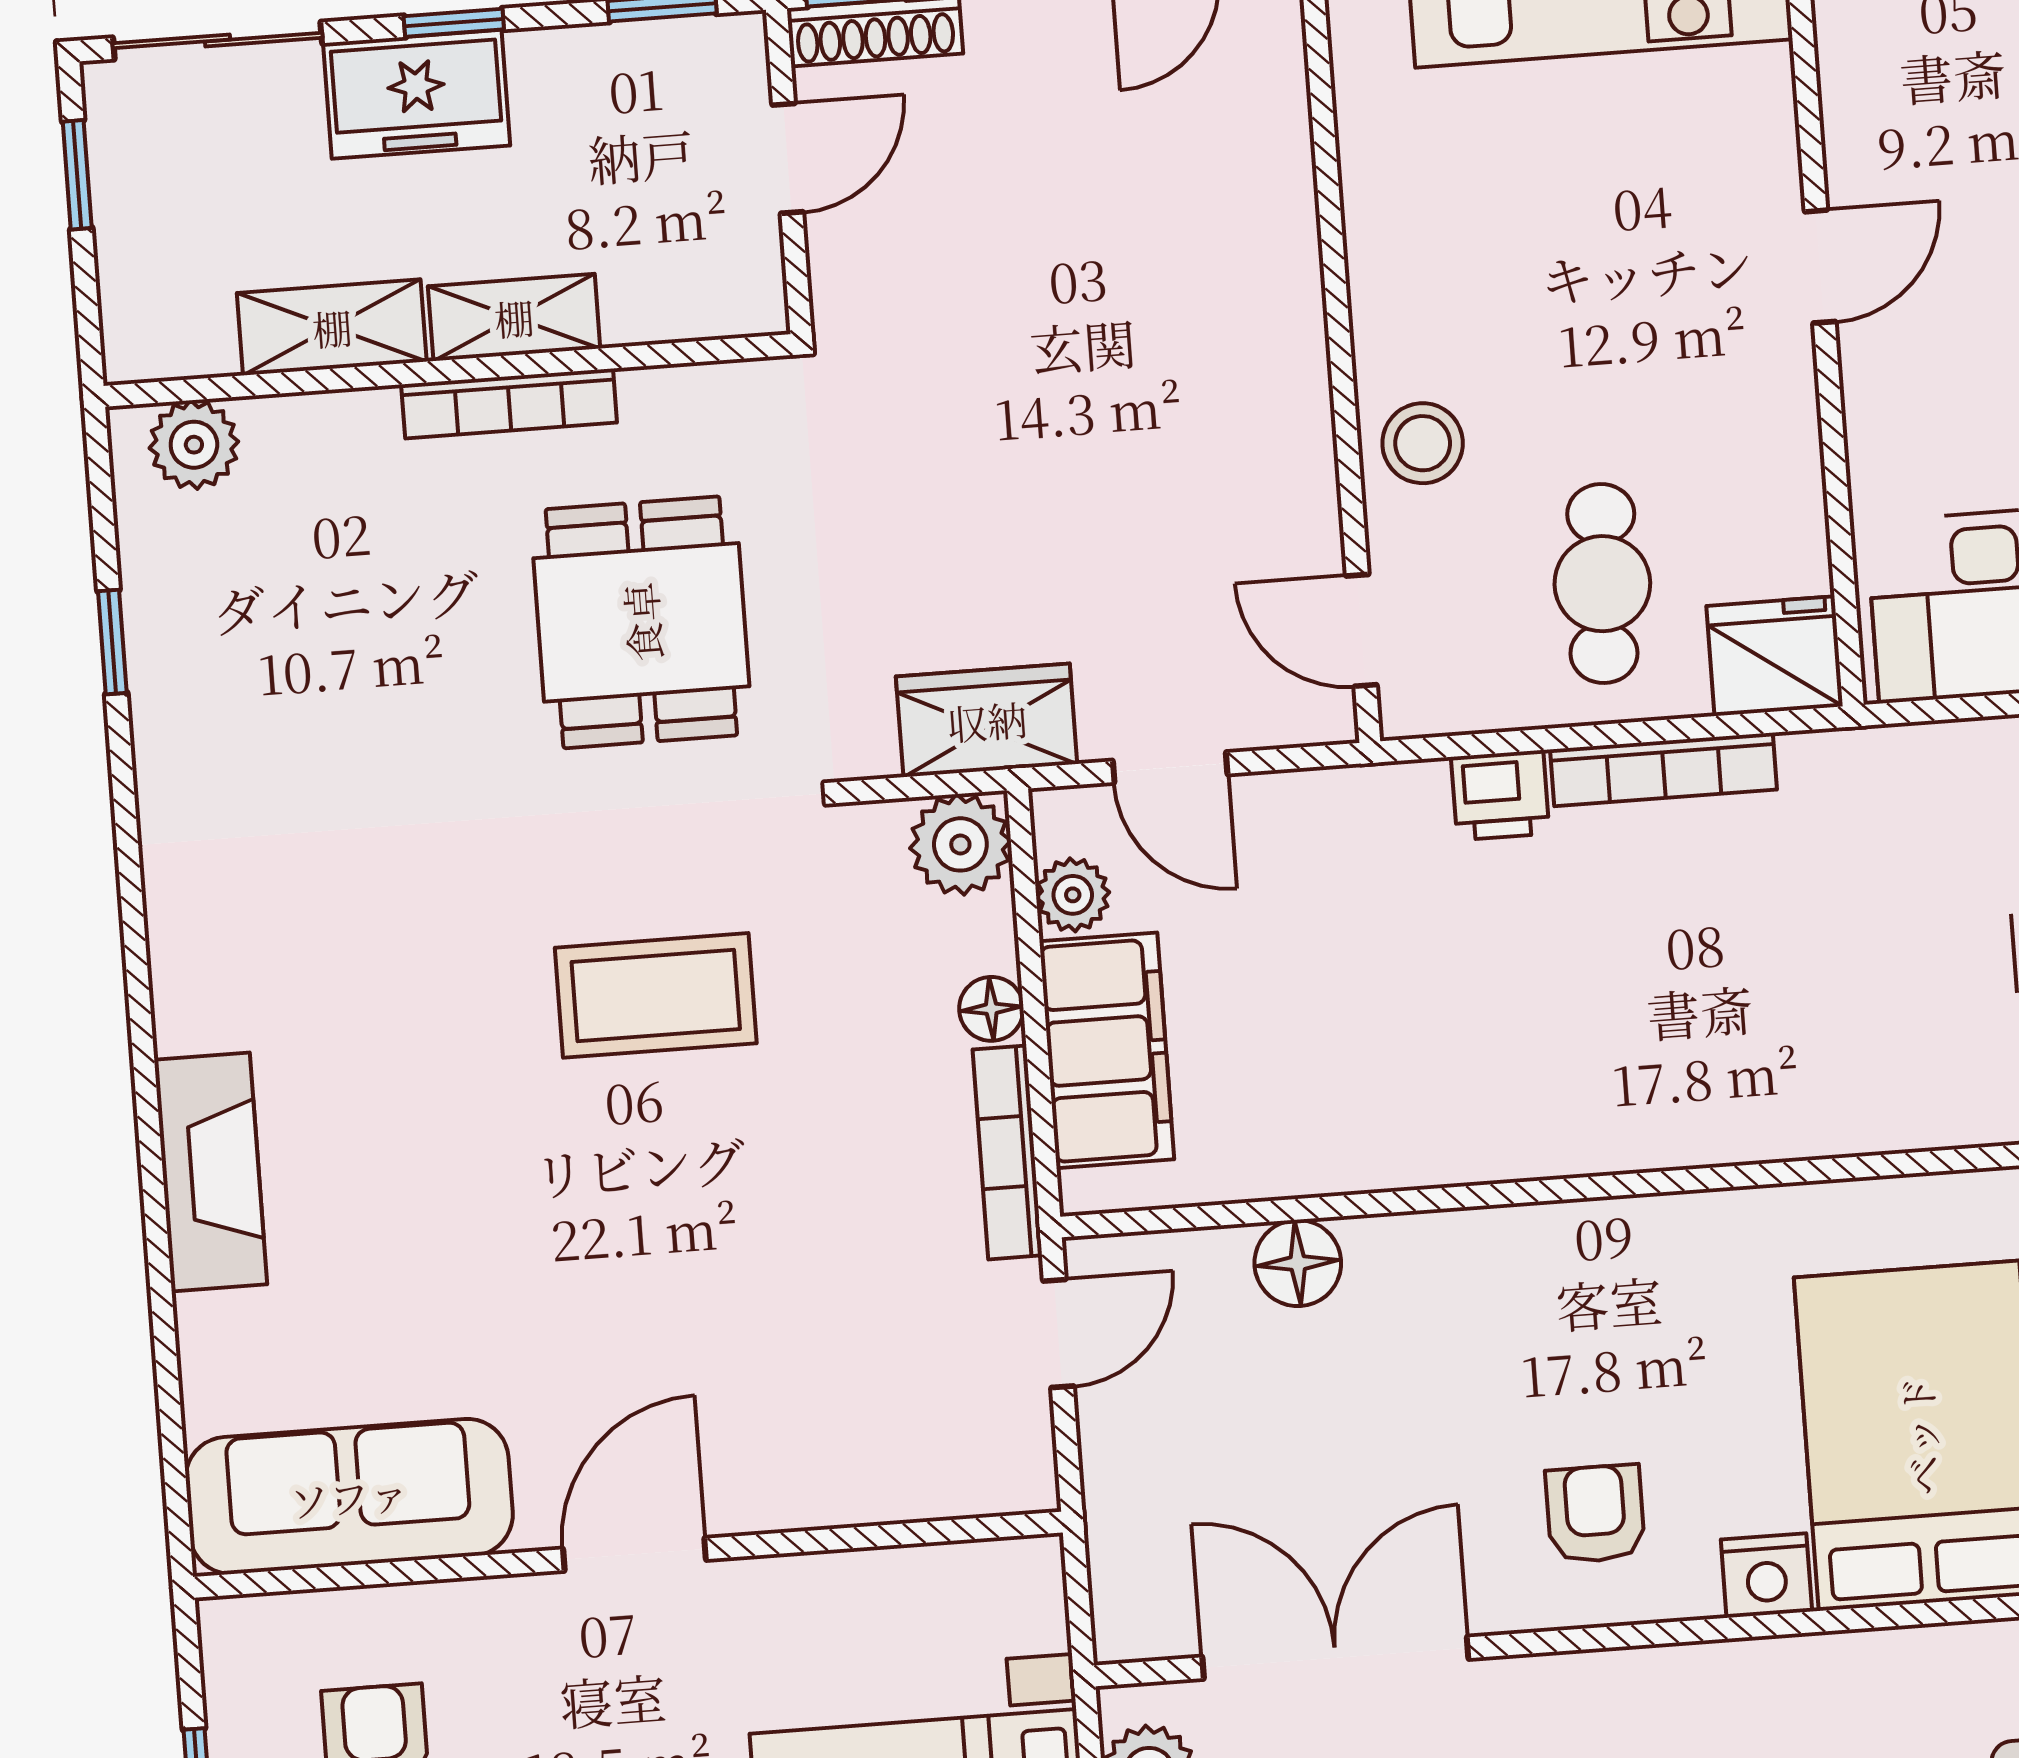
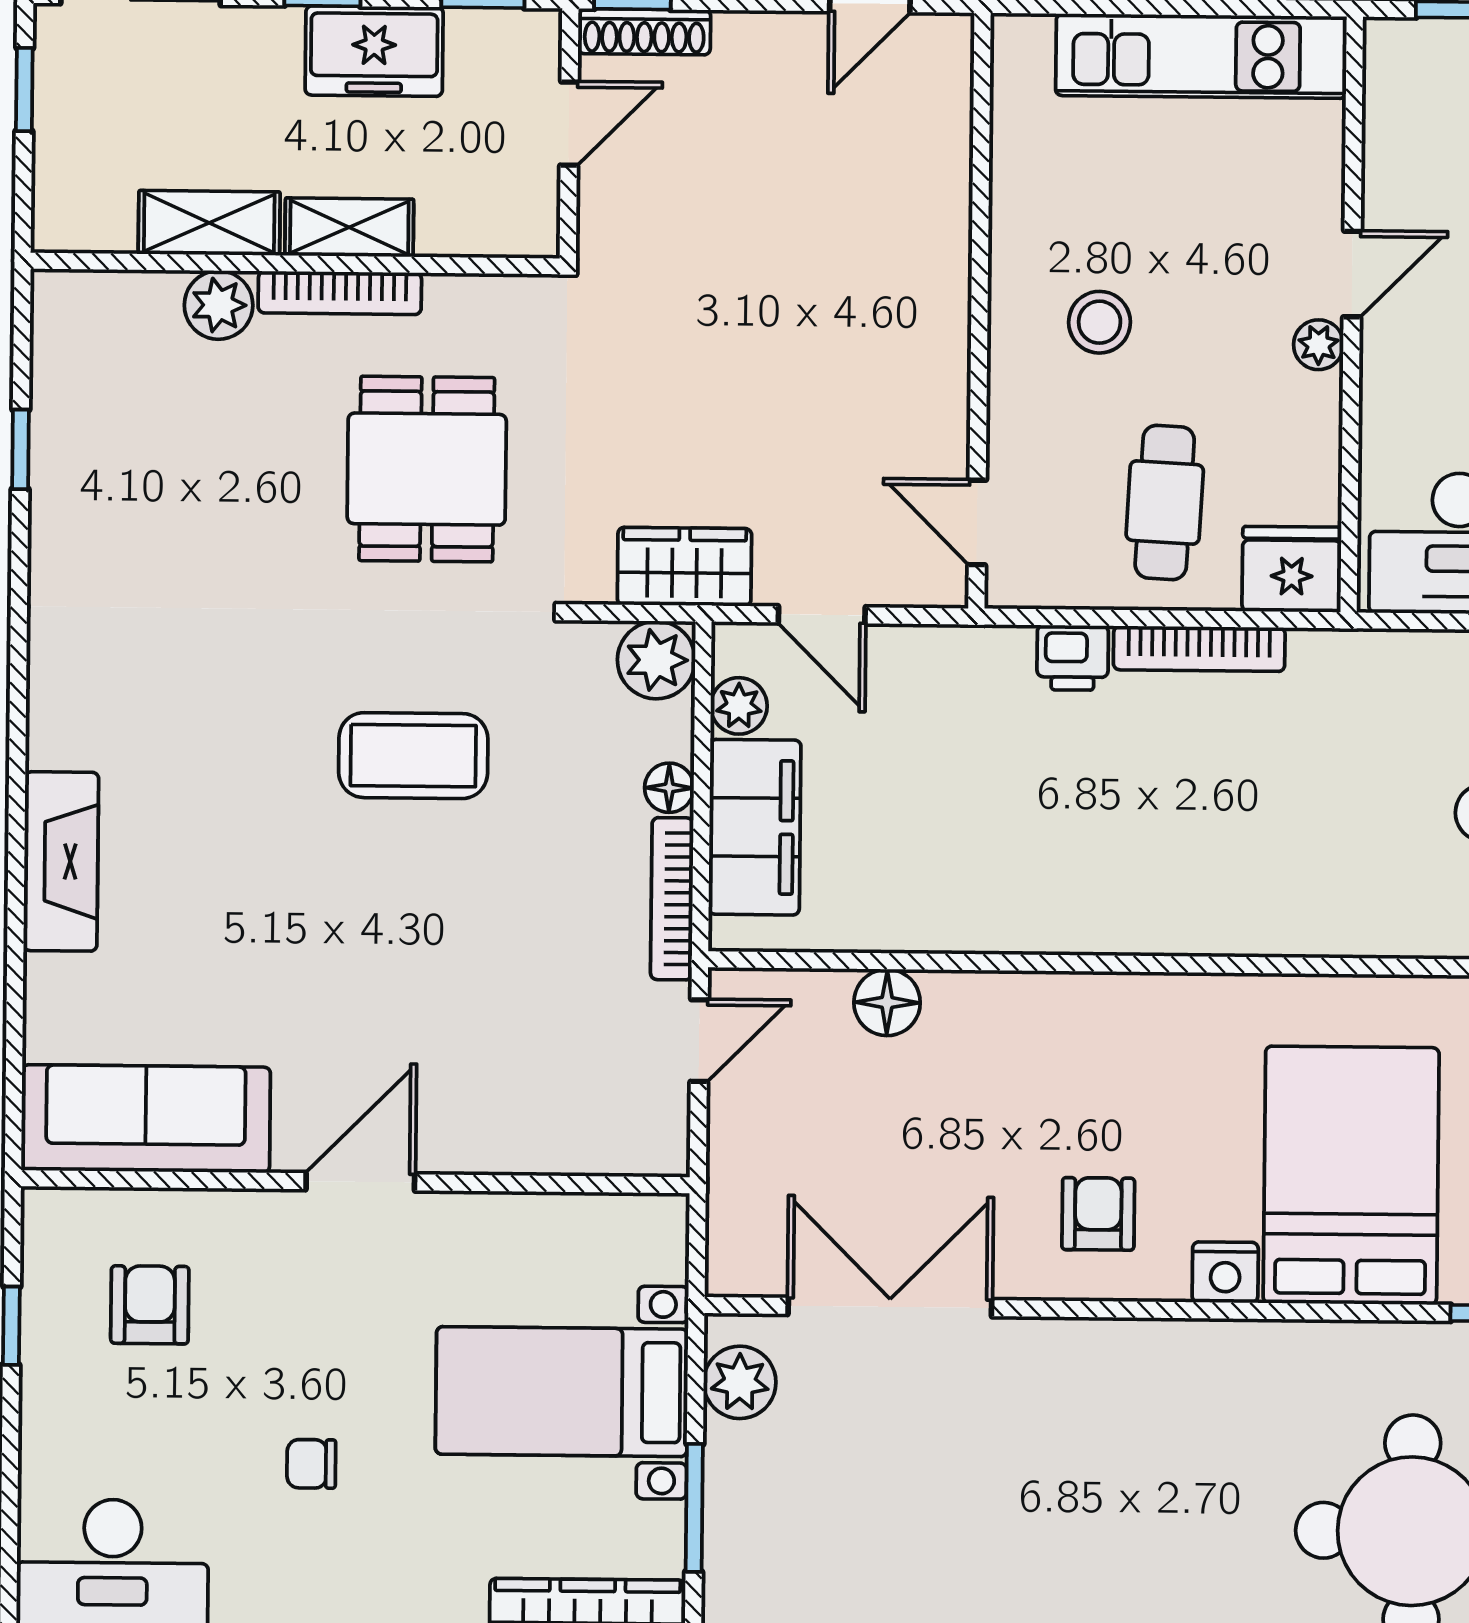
freezer: (417, 94) -> (374, 51), moved
plant: (1784, 362) -> (1319, 345), added
stool: (1423, 443) -> (1100, 322), moved
plant: (194, 445) -> (219, 305), moved

